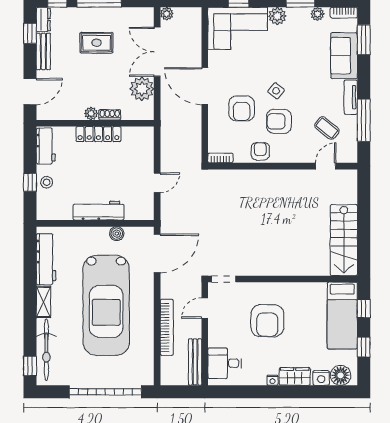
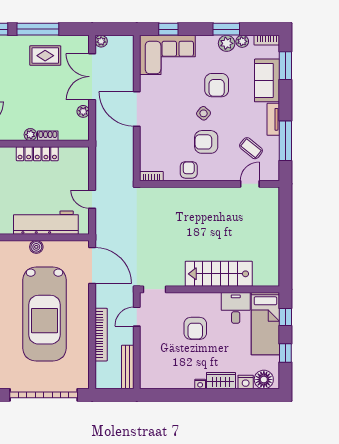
plant: (277, 16) -> (227, 43), moved
rug: (96, 43) -> (45, 56), moved
plant: (142, 89) -> (83, 111), width x0.53, depth x0.53
armchair: (242, 108) -> (217, 85), moved
door: (157, 183) -> (92, 199), swing flipped
workbench: (99, 211) -> (46, 223), width x1.36, depth x1.32
boiler: (117, 234) -> (36, 247), moved
stairs: (344, 240) -> (219, 274), moved, turned 90
door: (157, 253) -> (92, 265), hinge flipped
armchair: (267, 321) -> (195, 328), width x0.73, depth x0.73
desk: (225, 363) -> (236, 308), moved, turned 90

